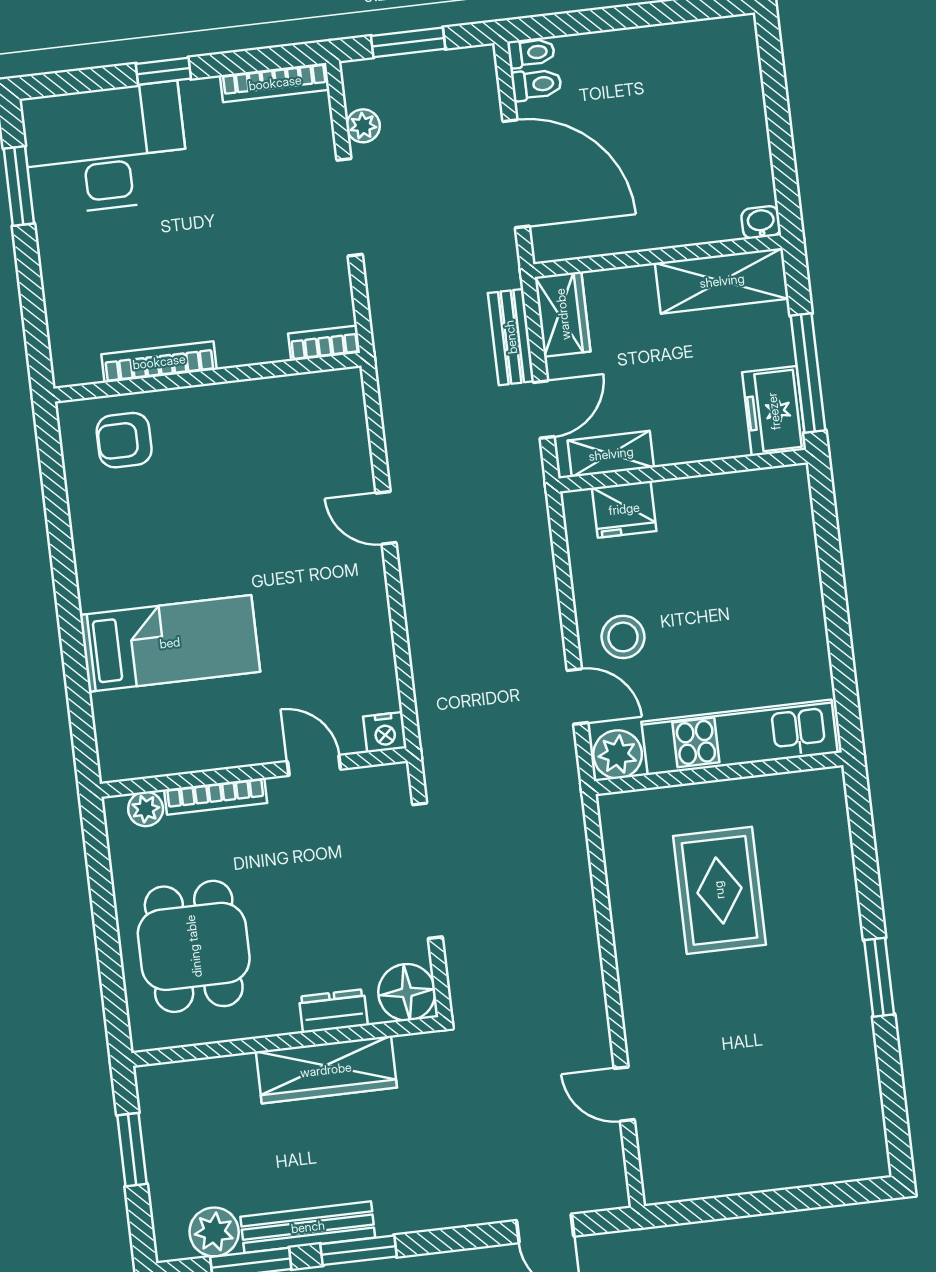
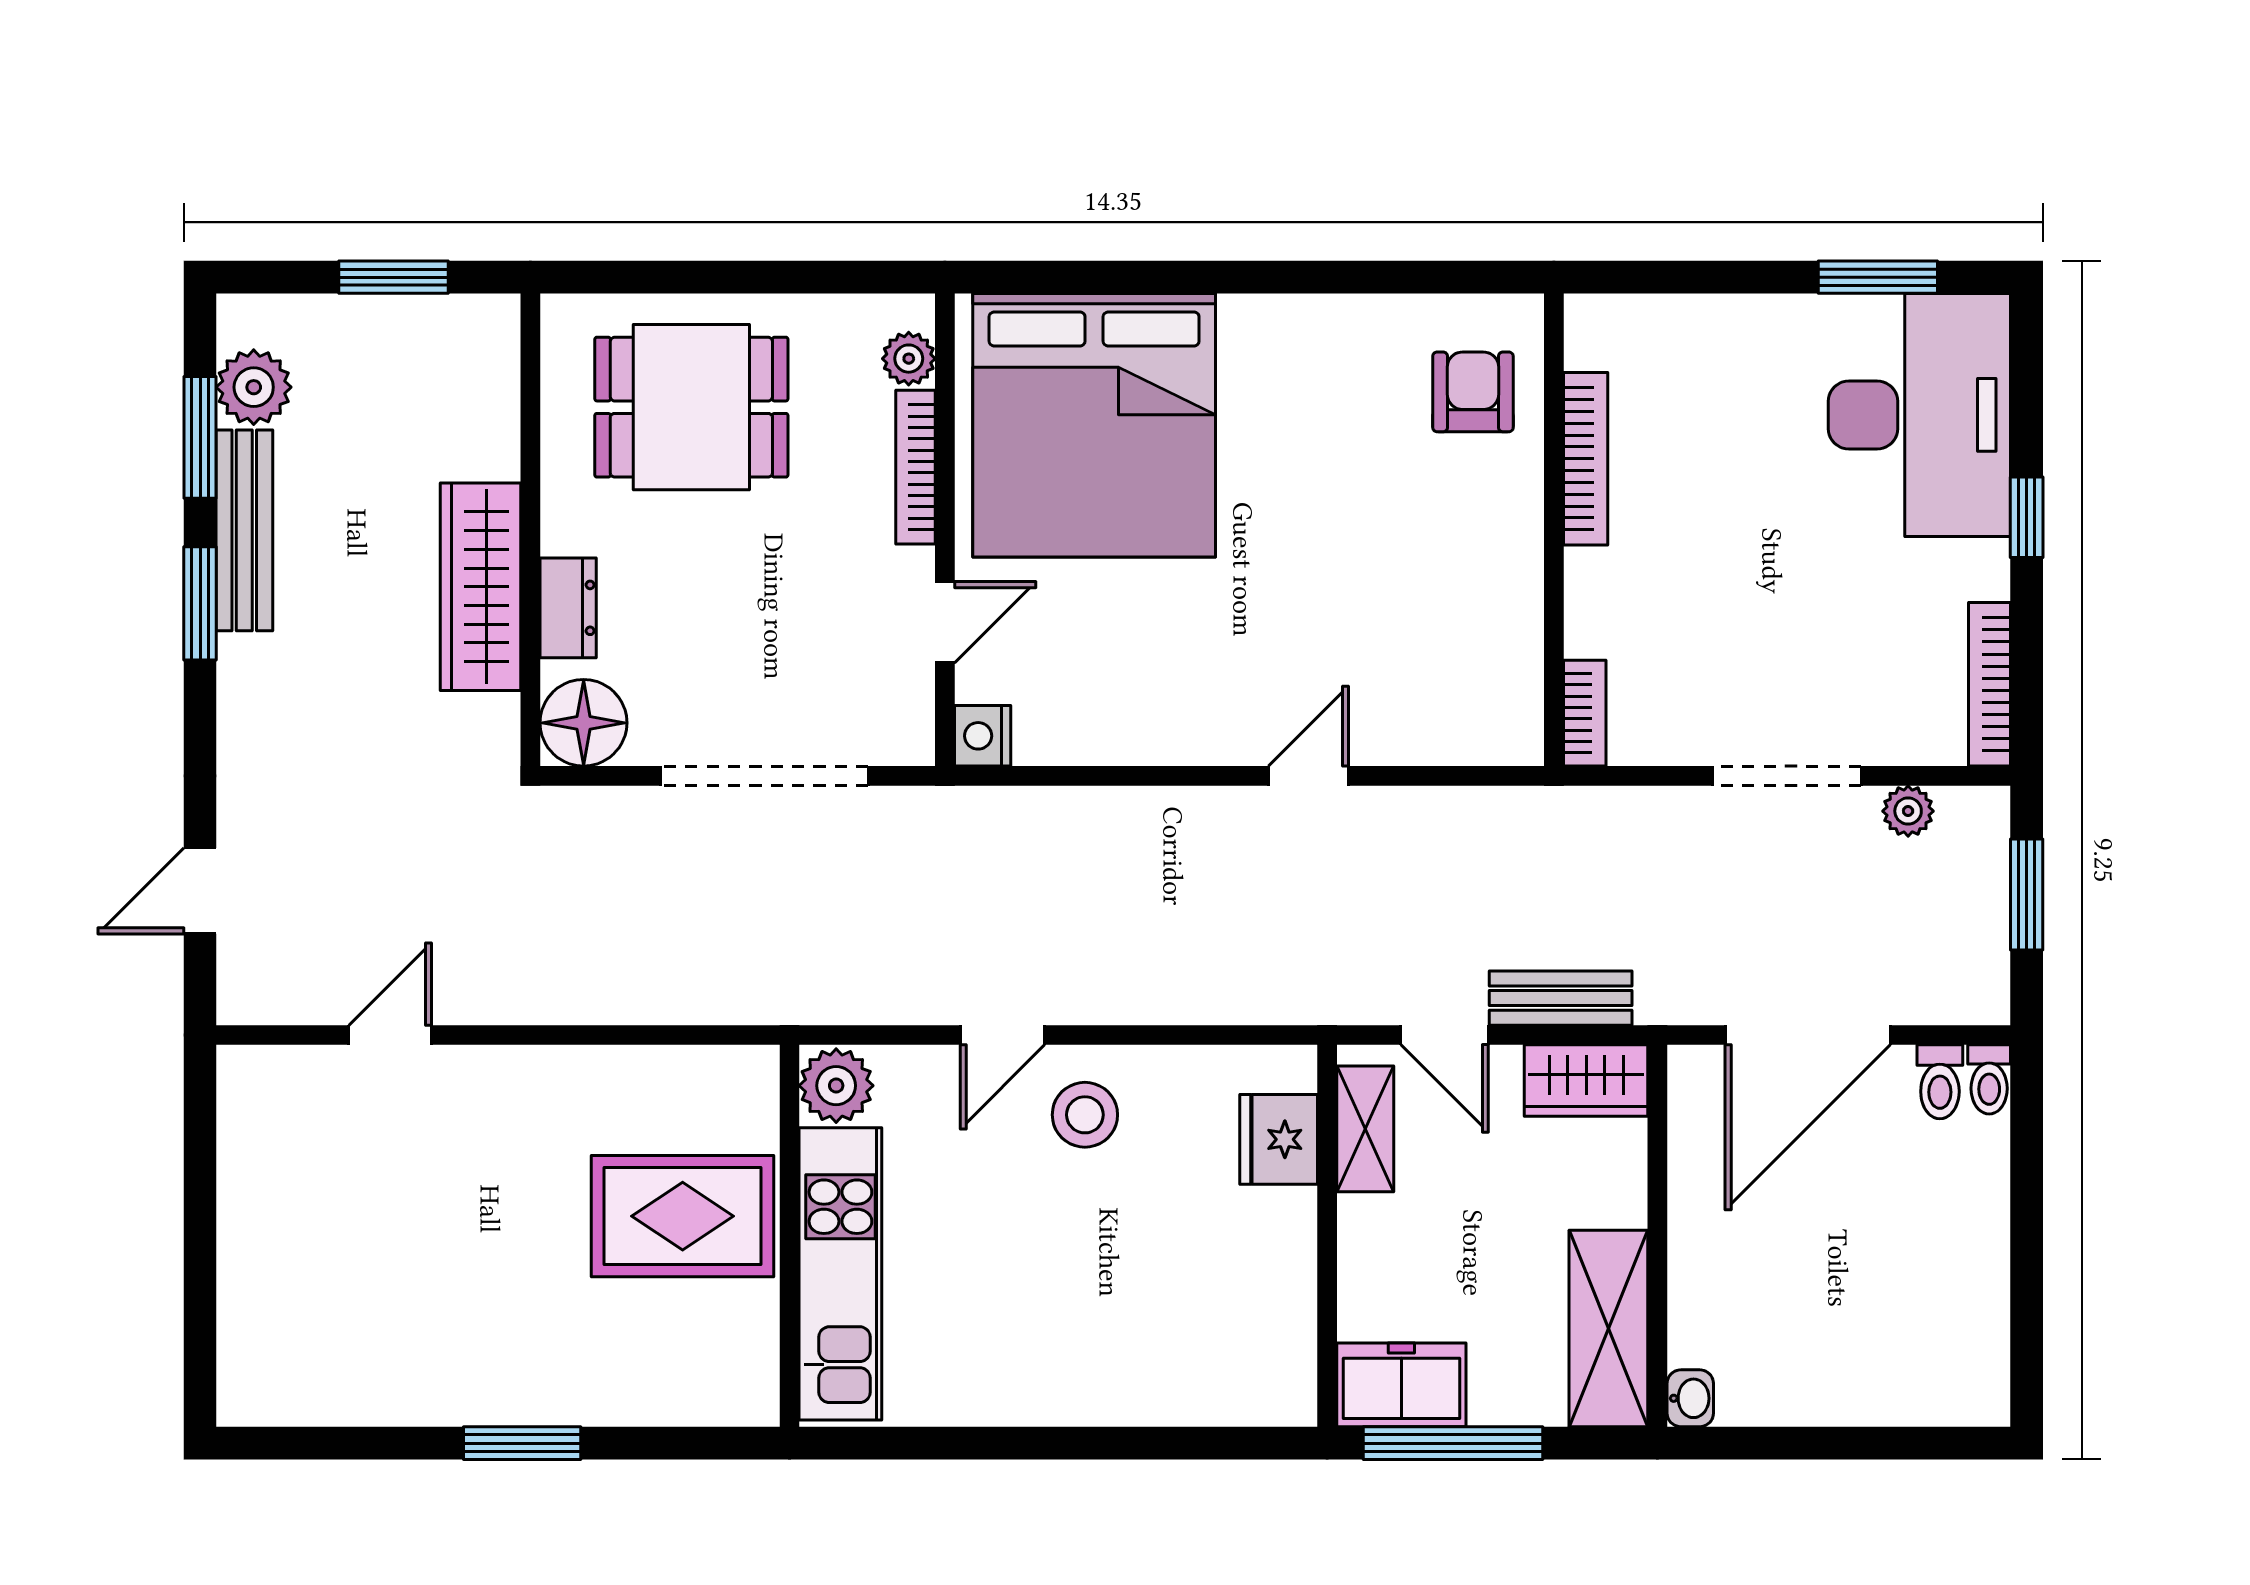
bed: (170, 643) -> (1094, 425), width x2.04
kitchen unit: (740, 737) -> (840, 1274), moved
plant: (618, 754) -> (836, 1086), moved
wall: (719, 773) -> (789, 1236), moved

